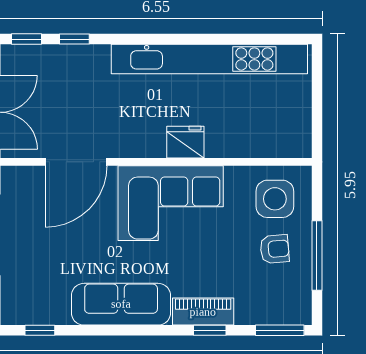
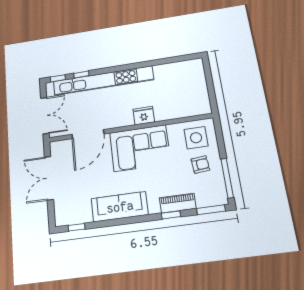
kitchen unit: (209, 59) -> (103, 81), moved
window: (317, 256) -> (227, 178), moved
piano: (203, 312) -> (178, 203), moved

